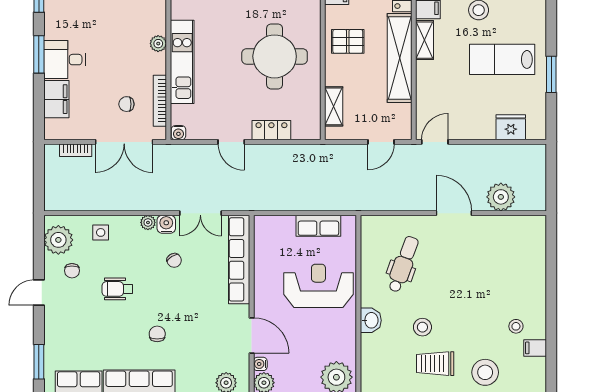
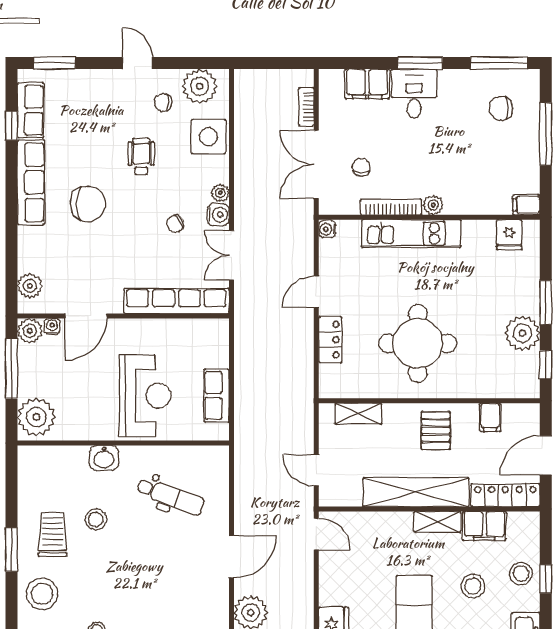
bookcase: (160, 101) -> (391, 207), moved
side table: (101, 232) -> (208, 137), width x1.87, depth x1.87
chair: (157, 334) -> (88, 204), width x1.87, depth x1.87

